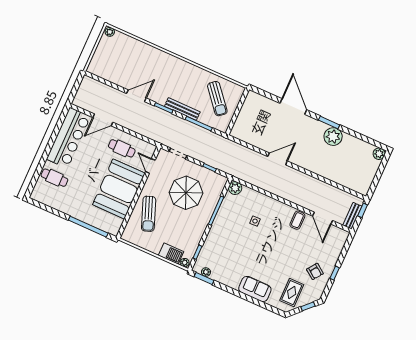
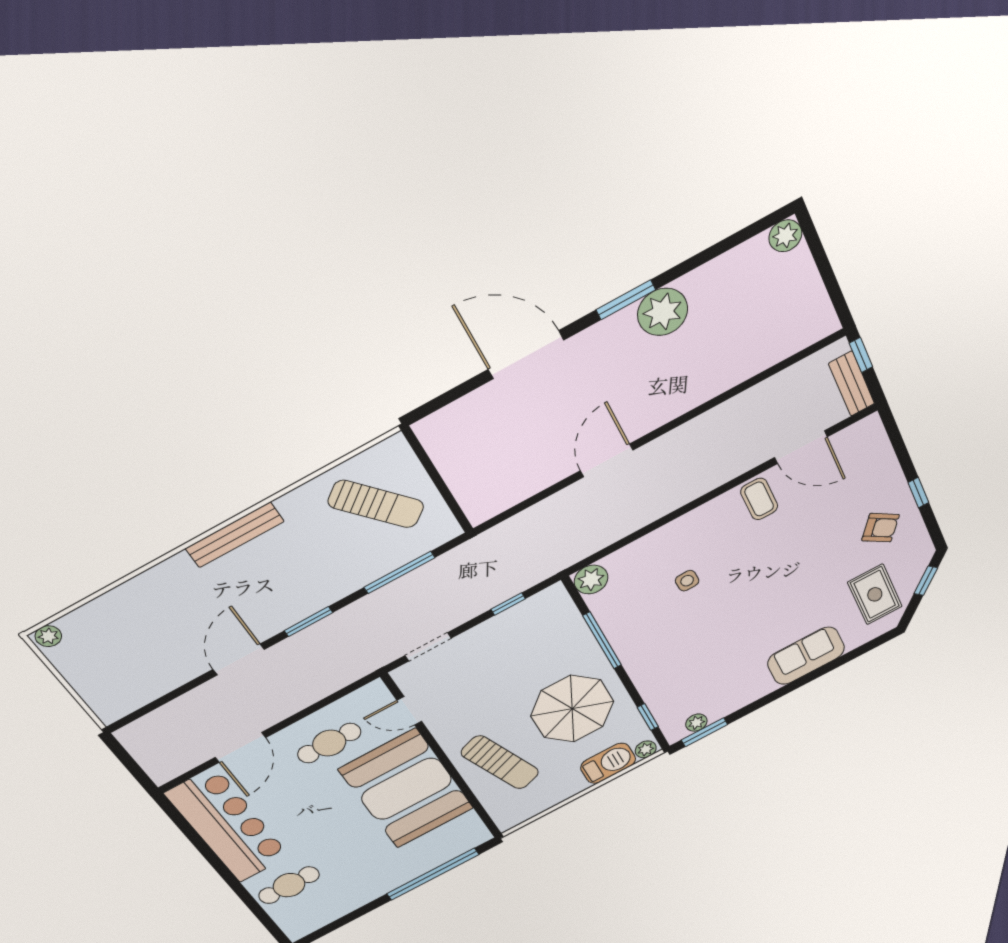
bench: (182, 109) -> (235, 535), moved
parasol: (186, 193) -> (572, 709), moved

